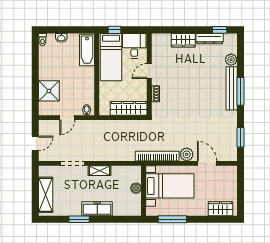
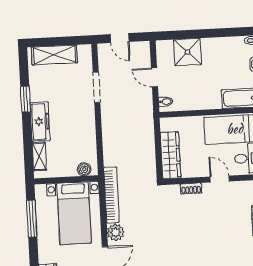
shelving: (100, 171) -> (39, 156), moved
boiler: (136, 188) -> (84, 169), moved

